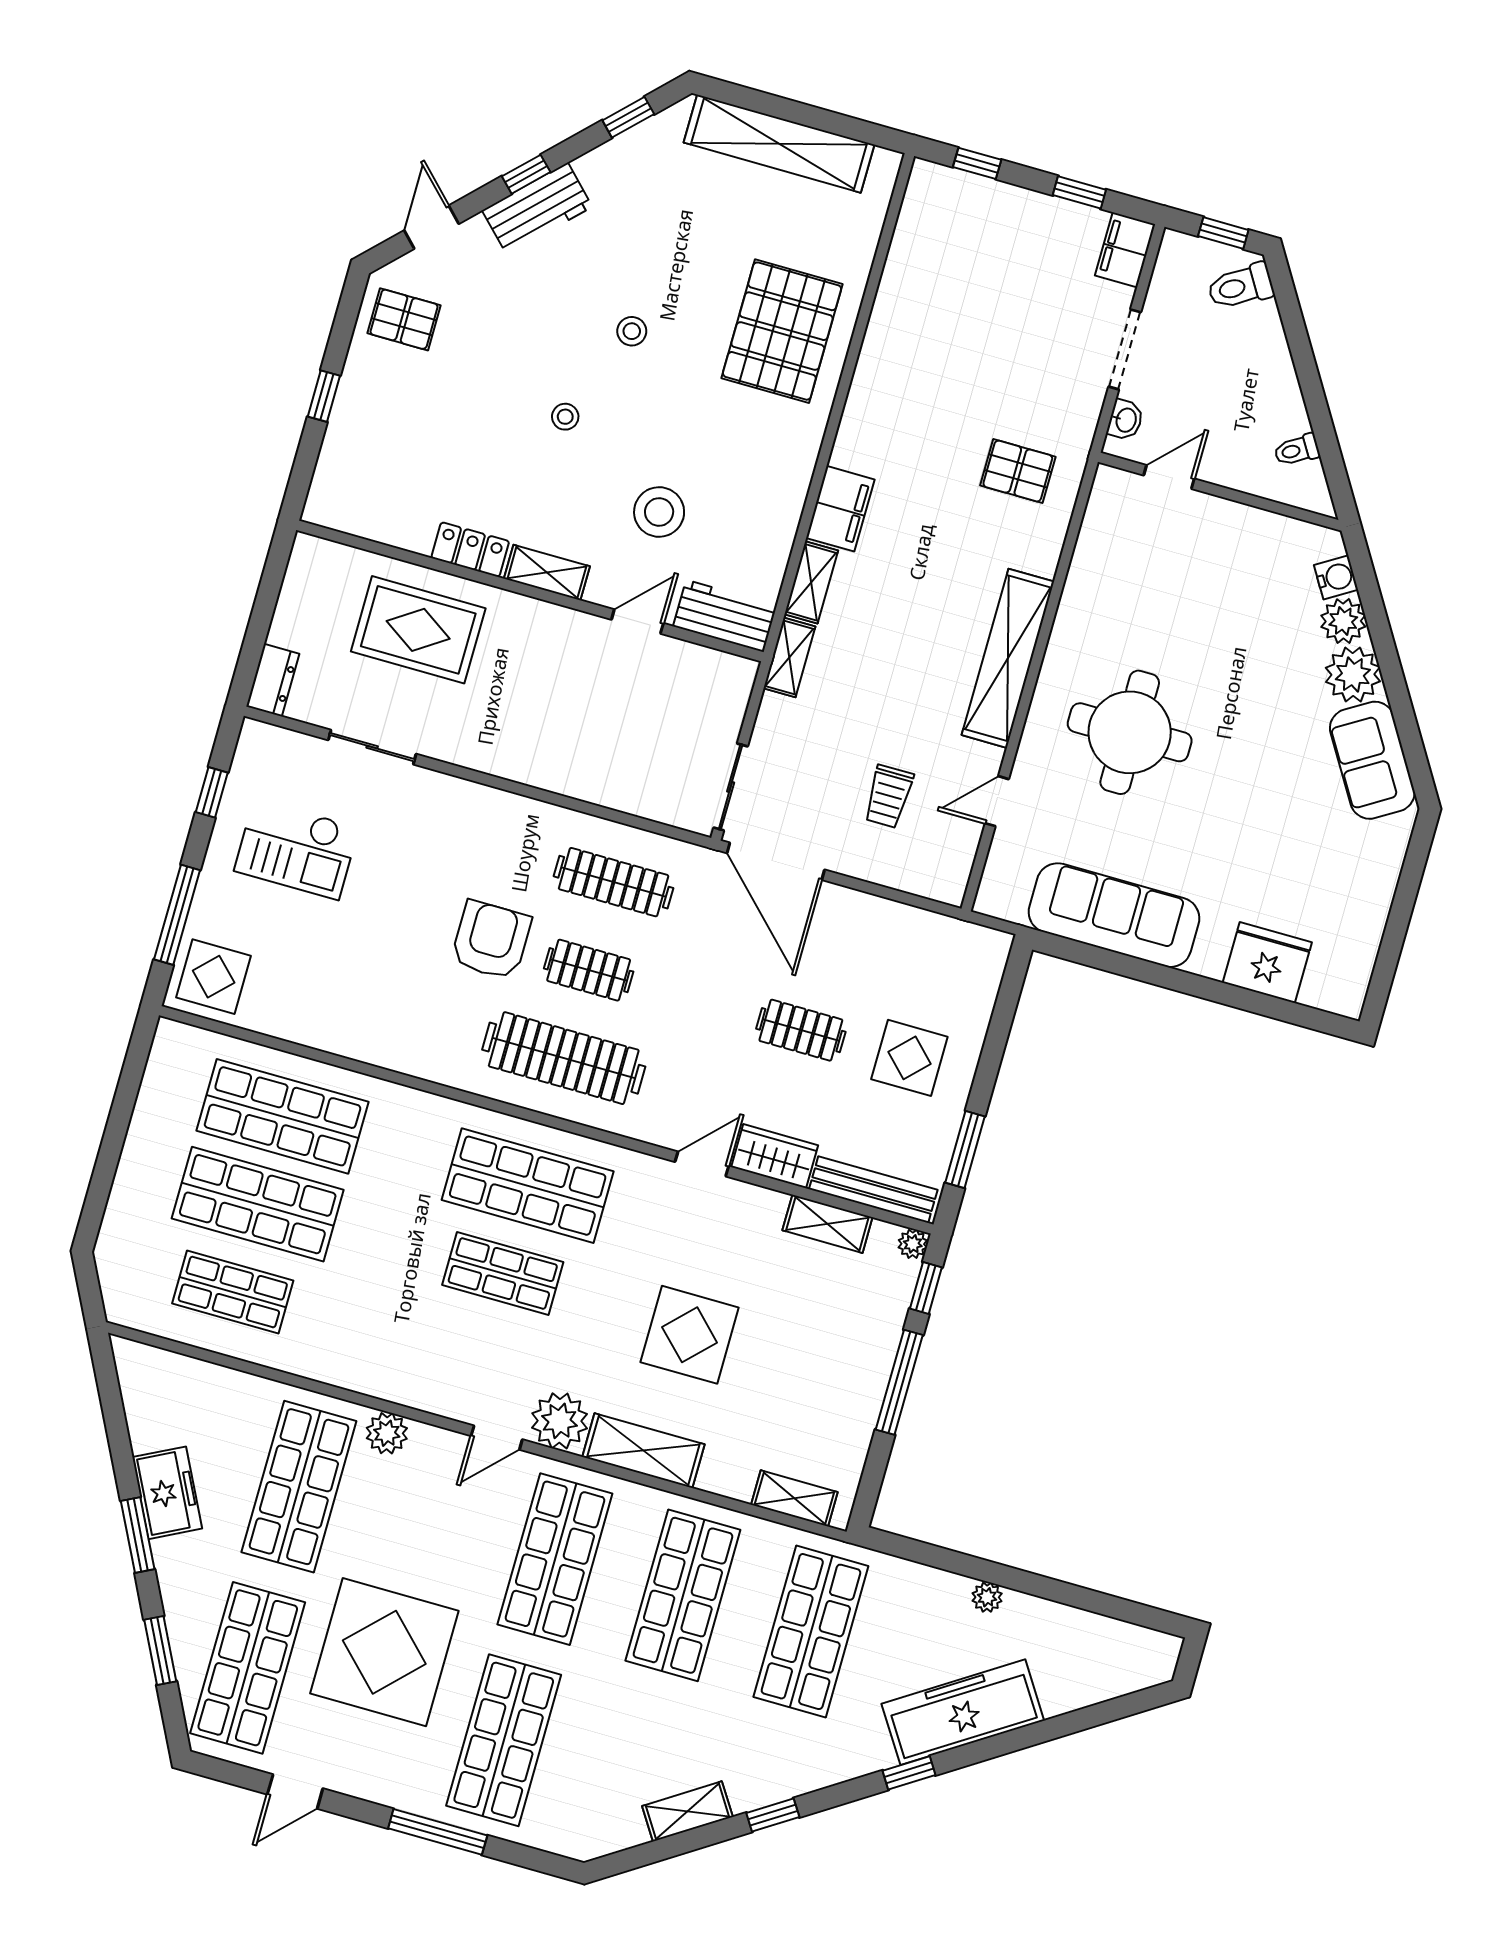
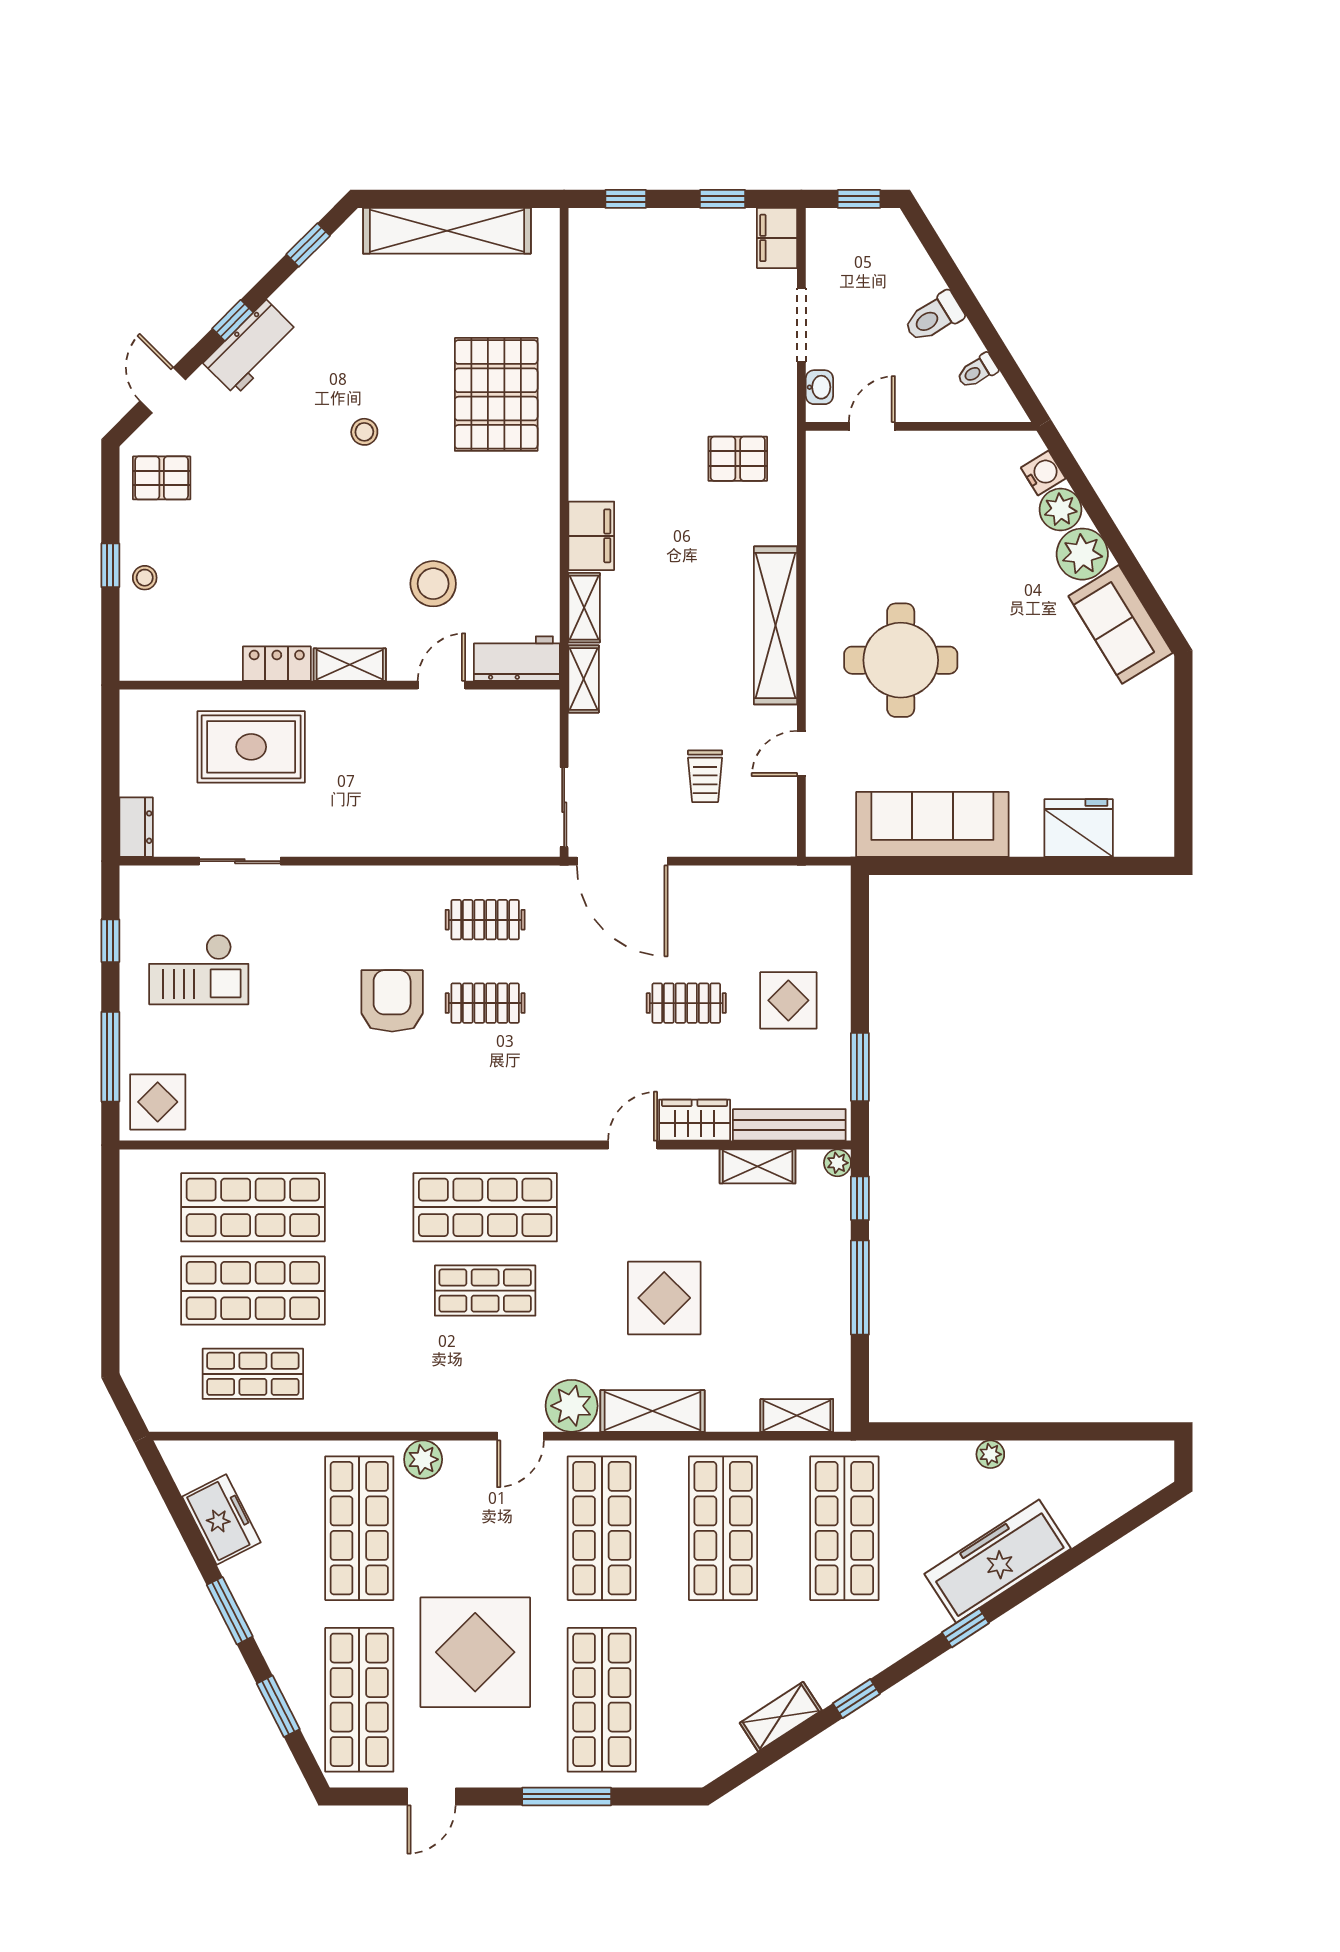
toilet: (1241, 286) -> (934, 317), moved
stool: (565, 417) -> (145, 578), moved
clothes rail: (614, 882) -> (485, 920), width x0.73
clothes rail: (564, 1058) -> (485, 1086), removed
freezer: (167, 1493) -> (221, 1519), moved

